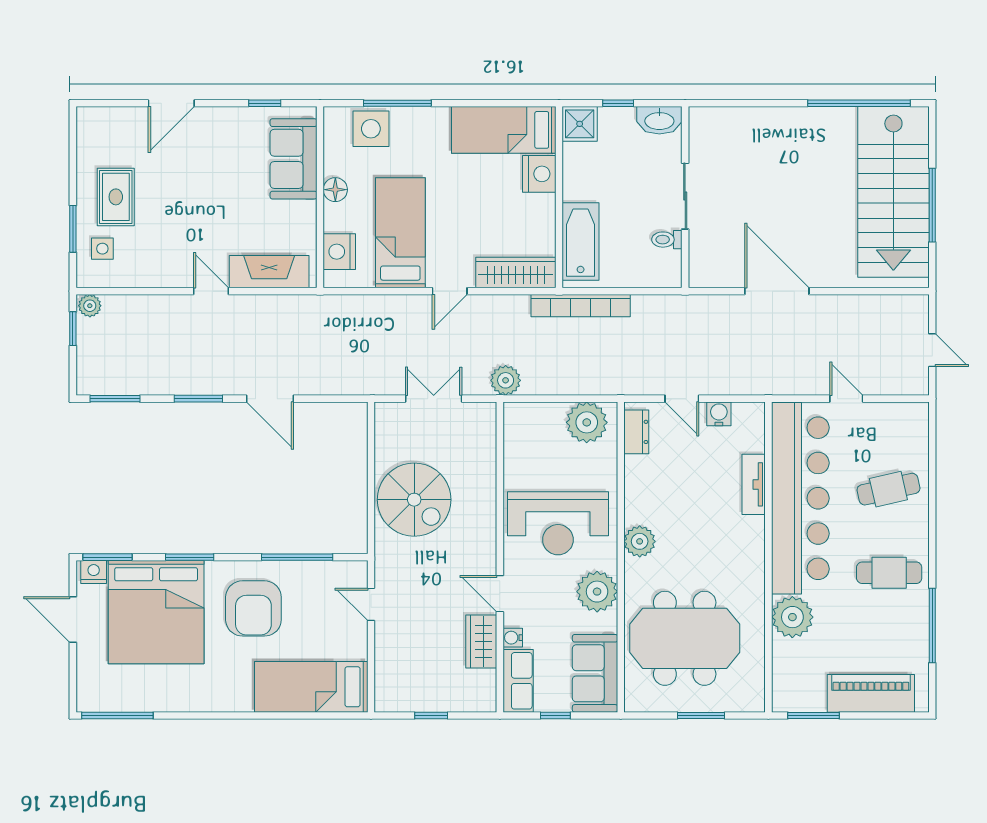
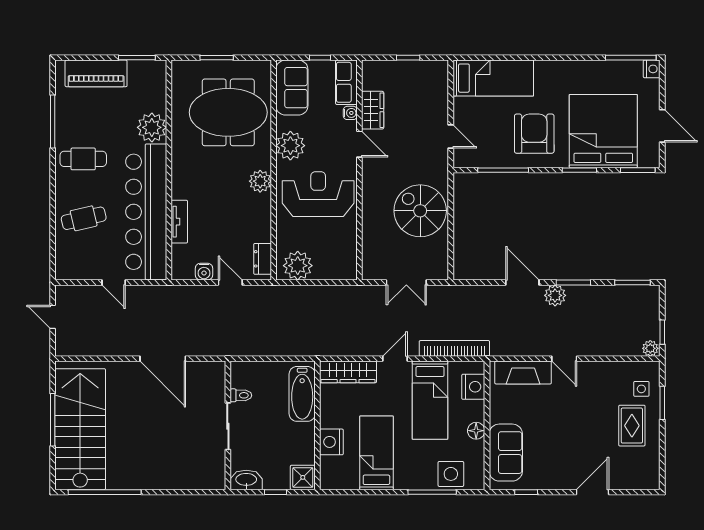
bed: (504, 130) -> (376, 453), moved, turned -90
bookcase: (581, 306) -> (454, 348), moved
plant: (506, 380) -> (555, 295), moved
nightstand: (94, 572) -> (652, 69), moved, turned -90

